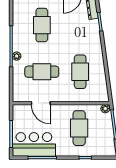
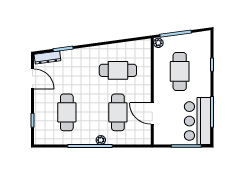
cafe table: (42, 25) -> (67, 112), turned 90
door: (41, 103) -> (152, 114), swing flipped
cafe table: (79, 128) -> (180, 71), turned 90

